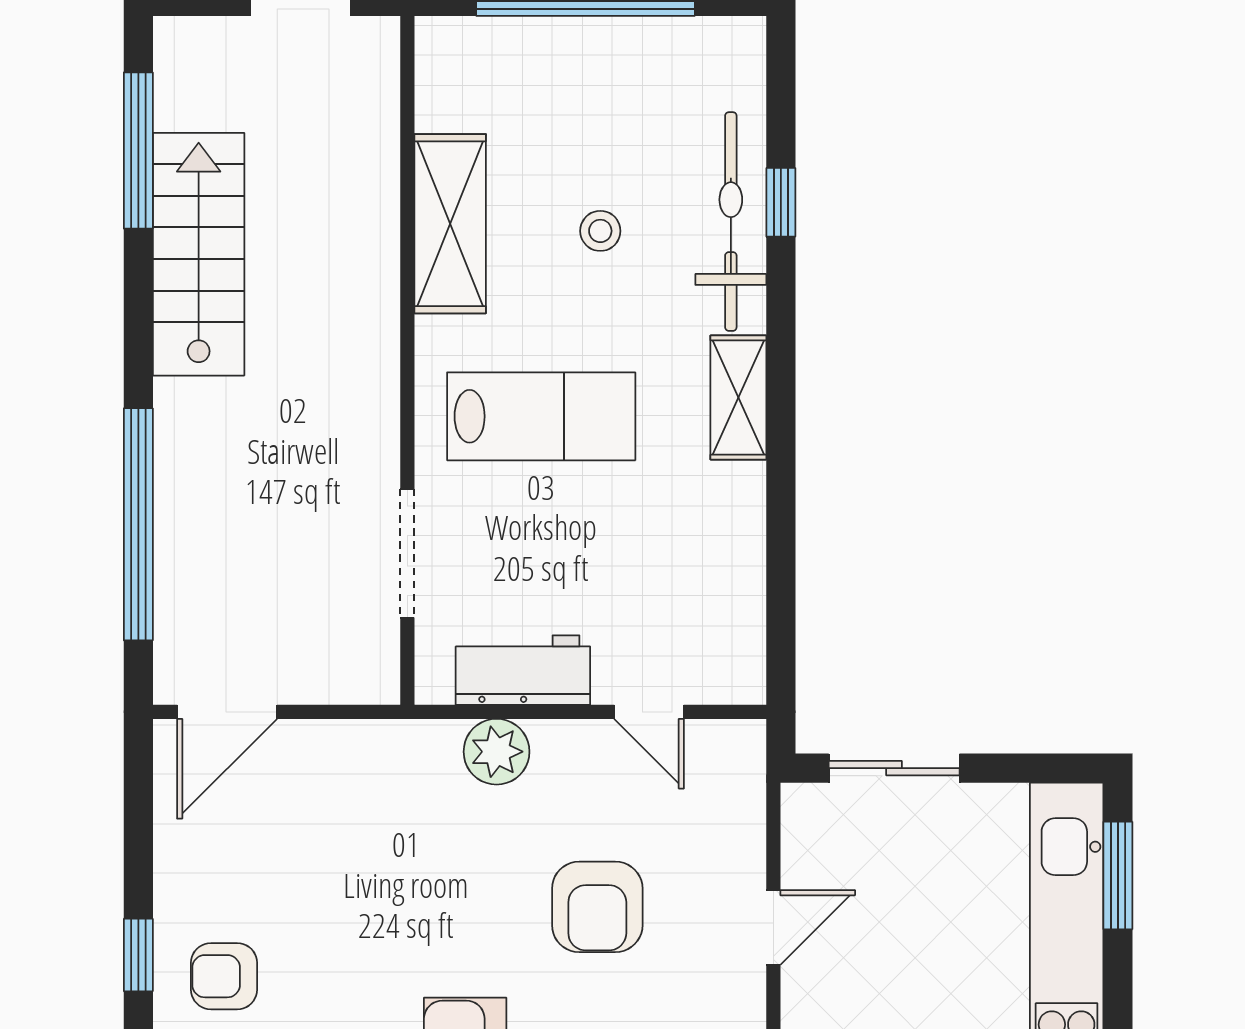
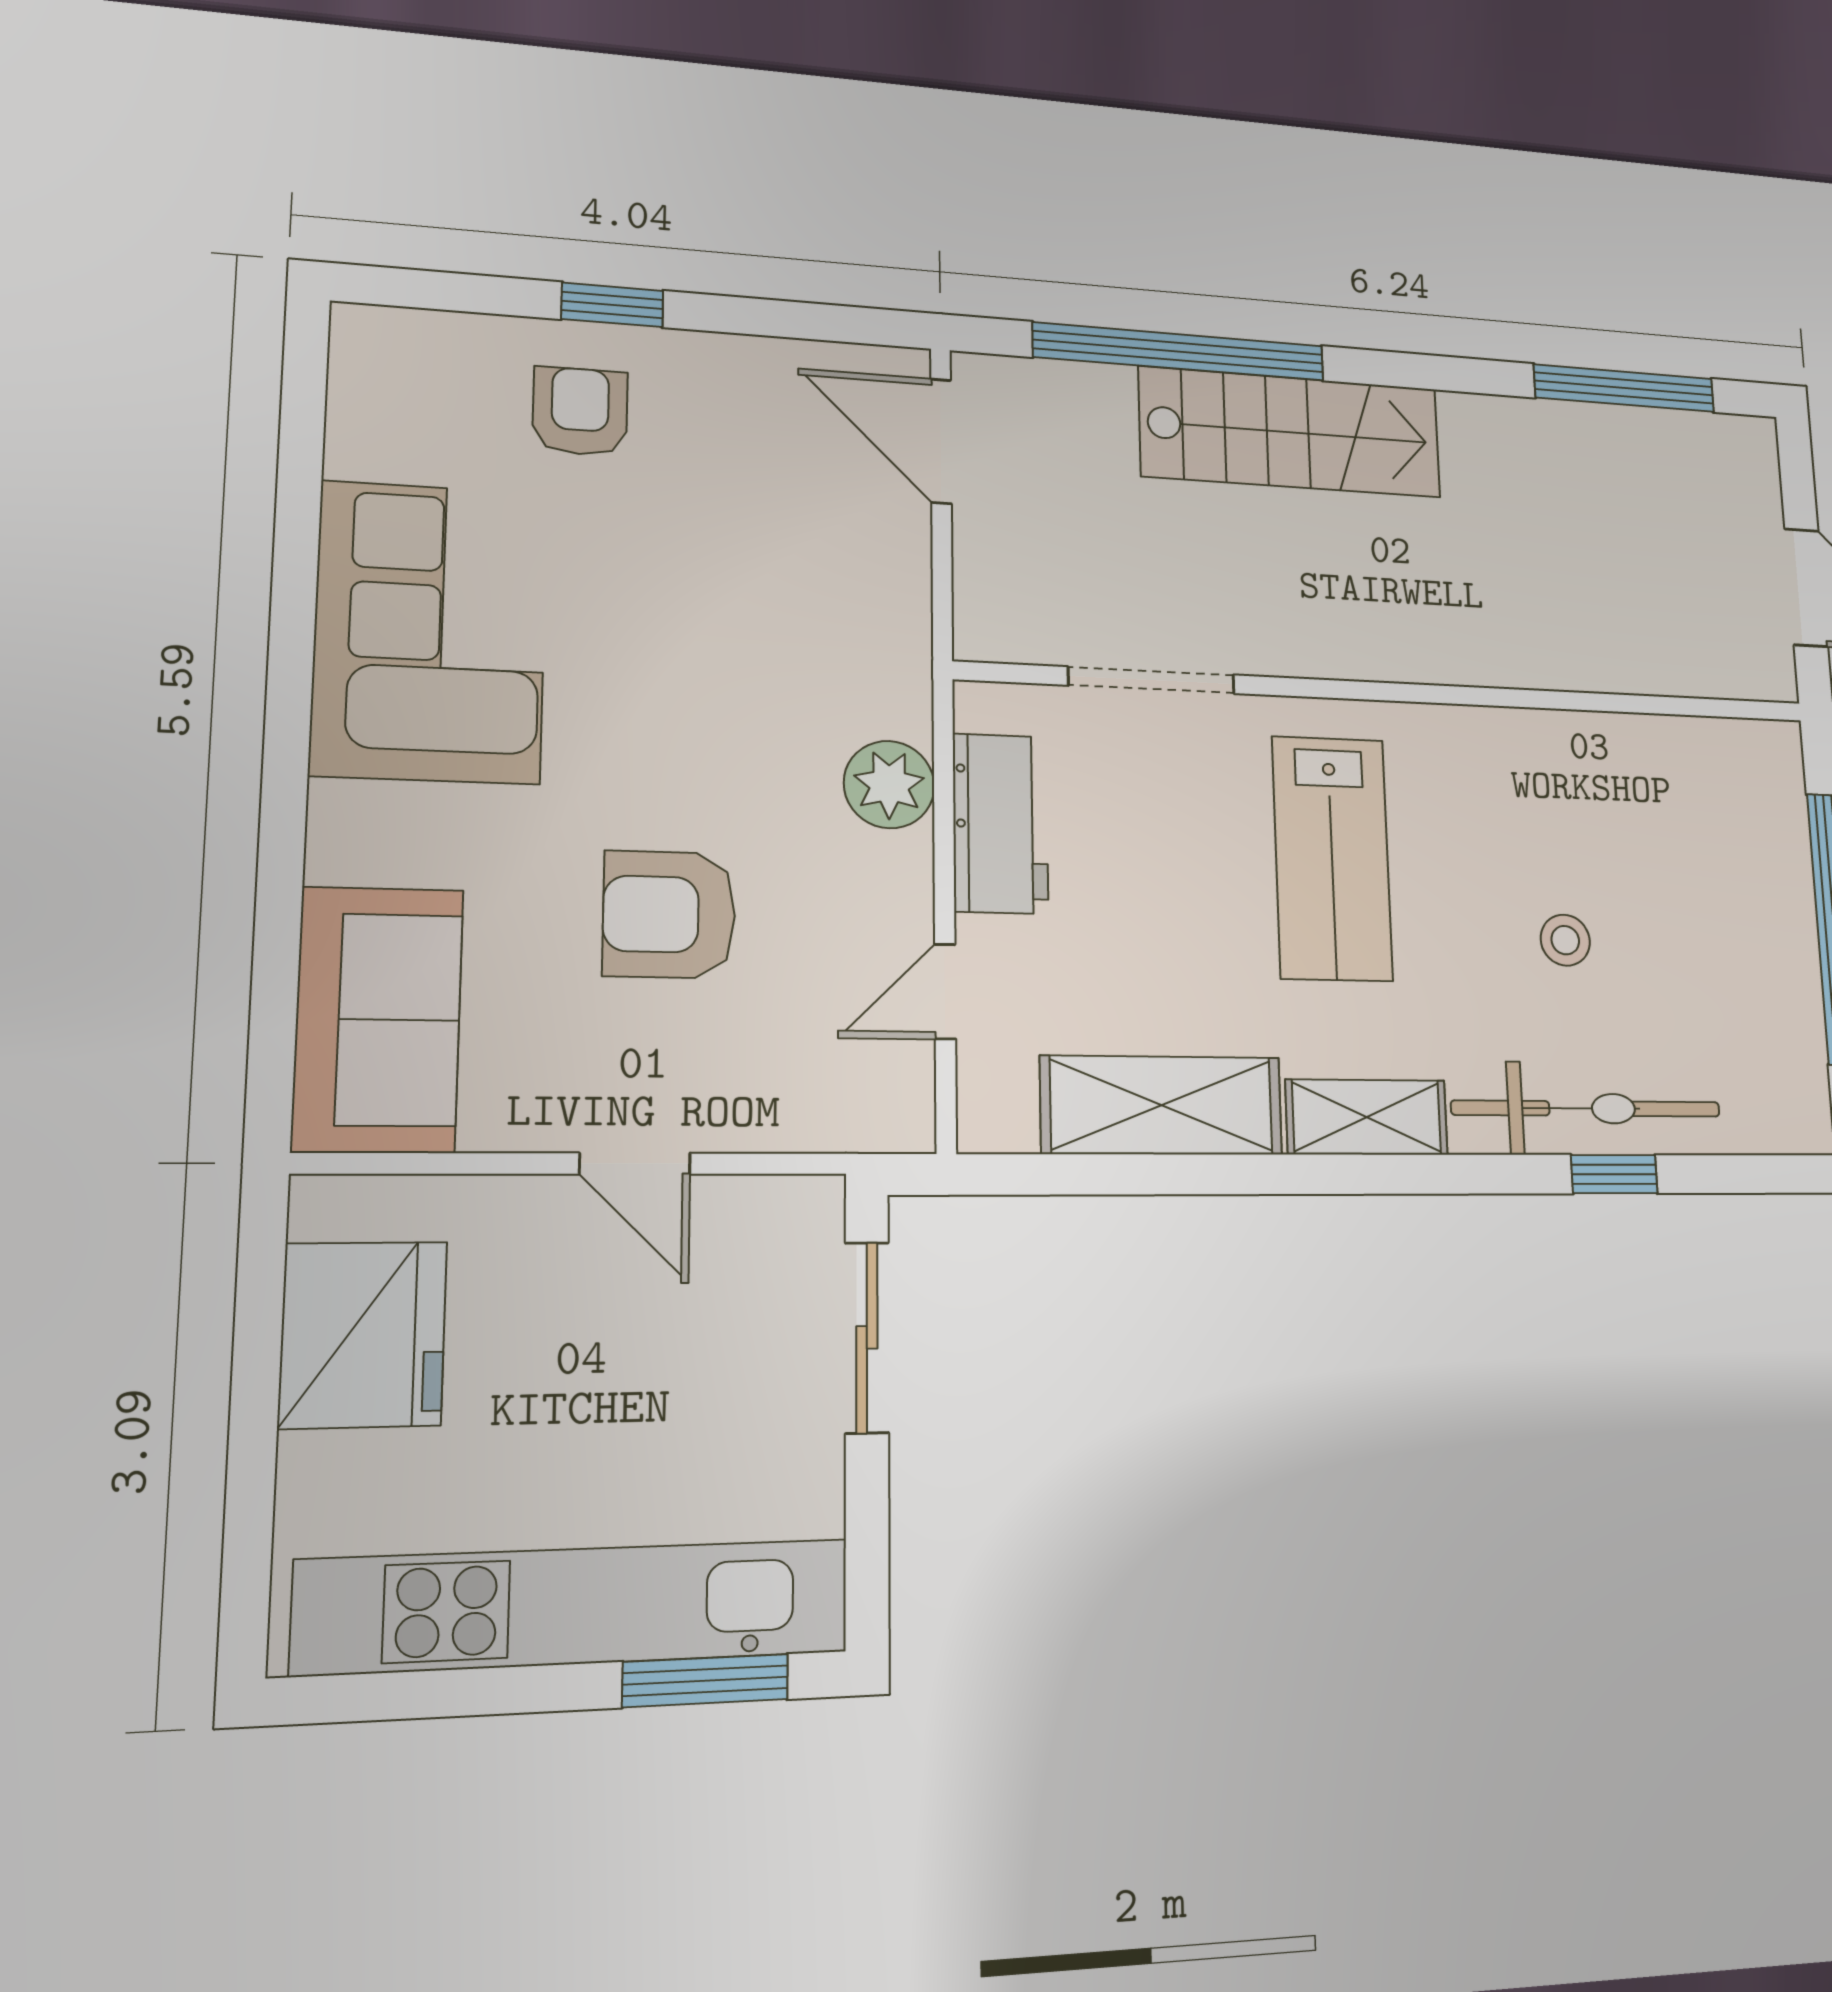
shelving: (450, 224) -> (1162, 1105), moved
stairs: (199, 254) -> (1291, 432), moved

